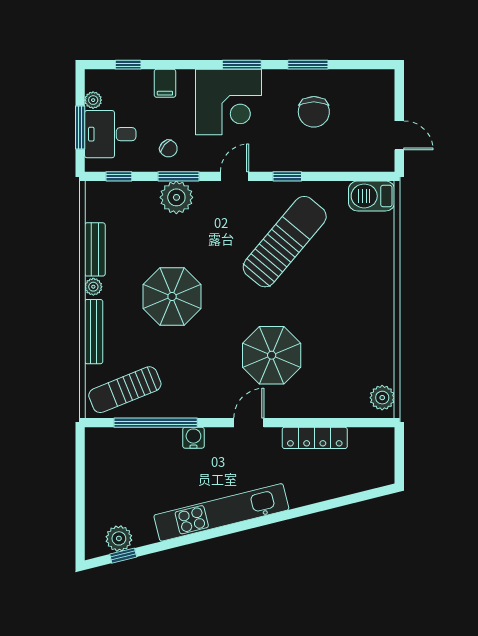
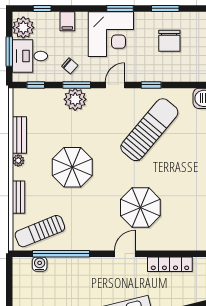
plant: (93, 100) -> (23, 28), width x1.87, depth x1.87
bench: (94, 332) -> (18, 197), width x0.73
water cooler: (193, 438) -> (40, 264), moved

